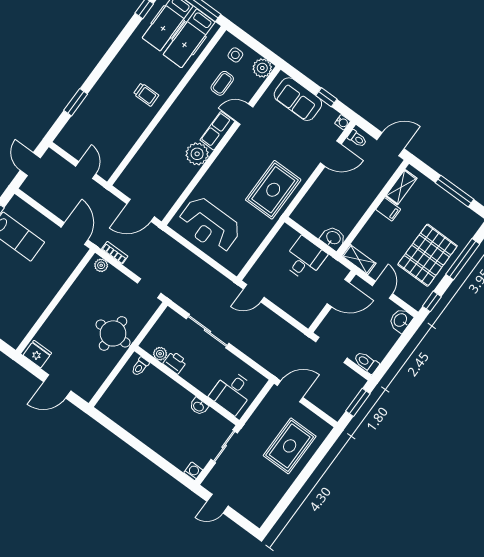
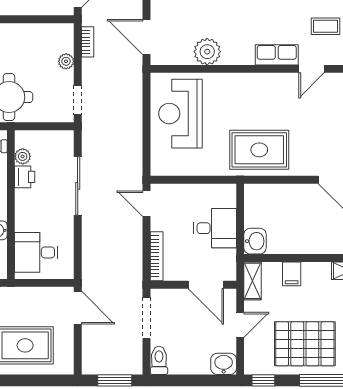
door: (244, 114) -> (311, 69), swing flipped
plant: (197, 154) -> (207, 52), moved
filing cabinet: (388, 209) -> (292, 274), moved
plant: (101, 265) -> (66, 61), moved
bookcase: (294, 312) -> (157, 256), added

